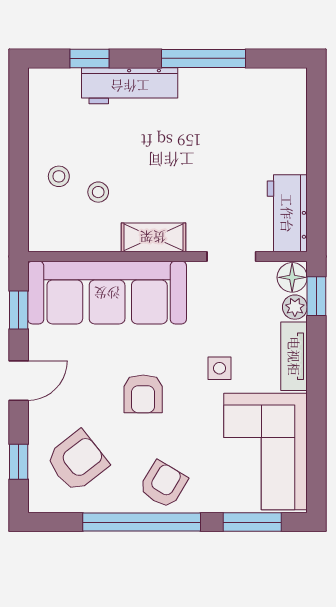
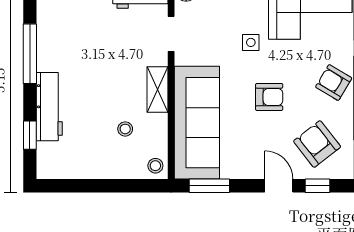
stool: (59, 176) -> (155, 166), moved
window: (19, 310) -> (209, 186), width x1.50
door: (19, 381) -> (279, 186), moved

